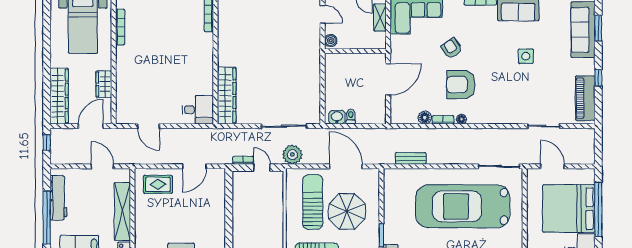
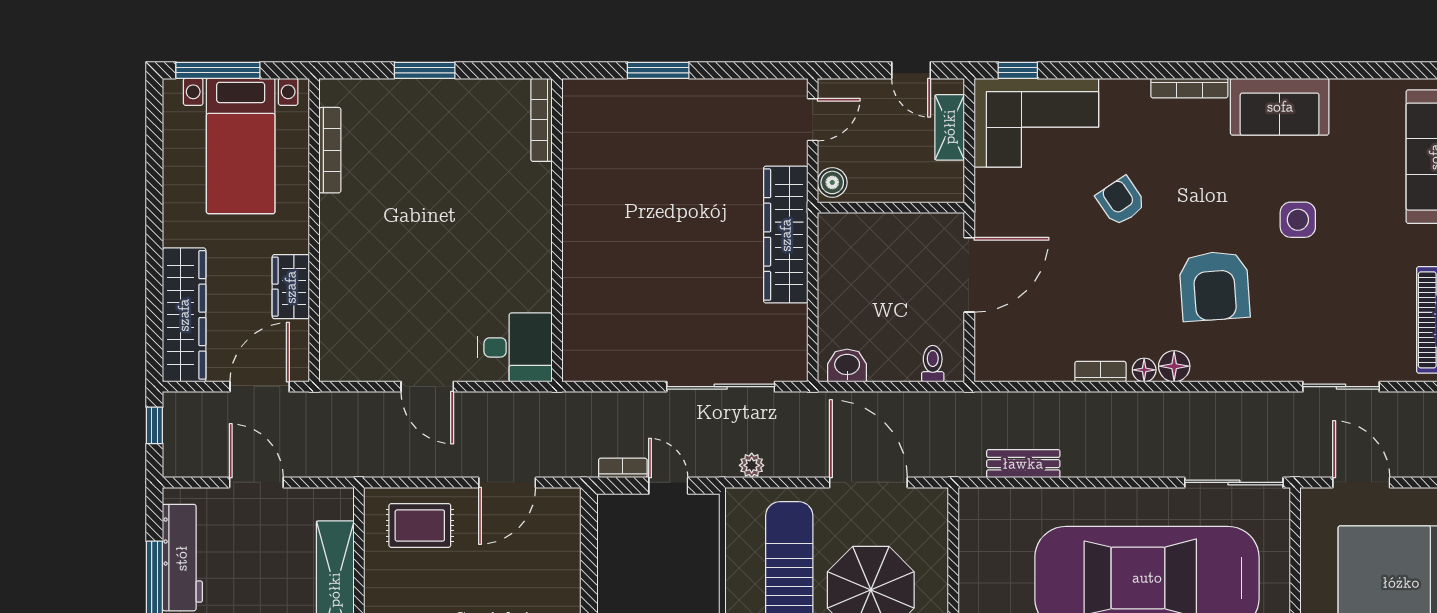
door: (322, 14) -> (813, 120), hinge flipped
armchair: (461, 84) -> (1214, 286), moved, turned -94
wardrobe: (227, 96) -> (786, 235), moved, turned 180
toilet: (351, 117) -> (933, 364), moved
floor lamp: (425, 118) -> (1174, 366), moved
door: (148, 126) -> (427, 387), moved
plant: (292, 155) -> (752, 465), width x0.53, depth x0.53
door: (102, 166) -> (256, 482), moved

